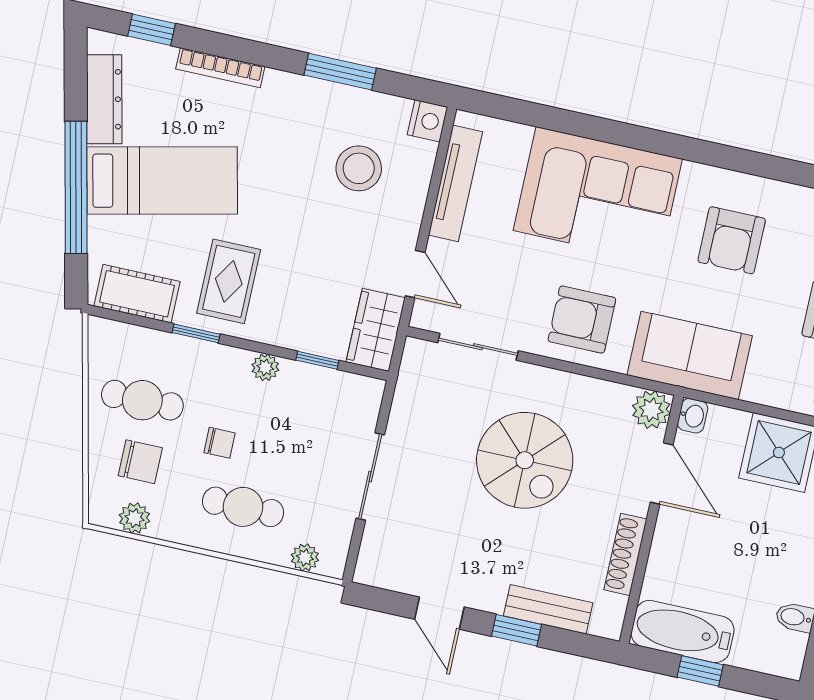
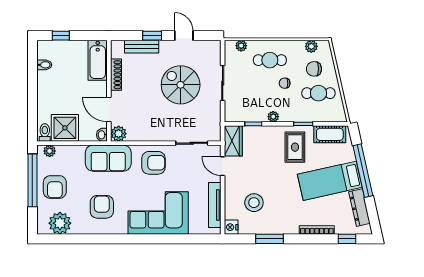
spiral stairs: (525, 460) -> (181, 85), moved
bathtub: (683, 631) -> (98, 60), moved, turned 90
window: (700, 671) -> (61, 36), moved

